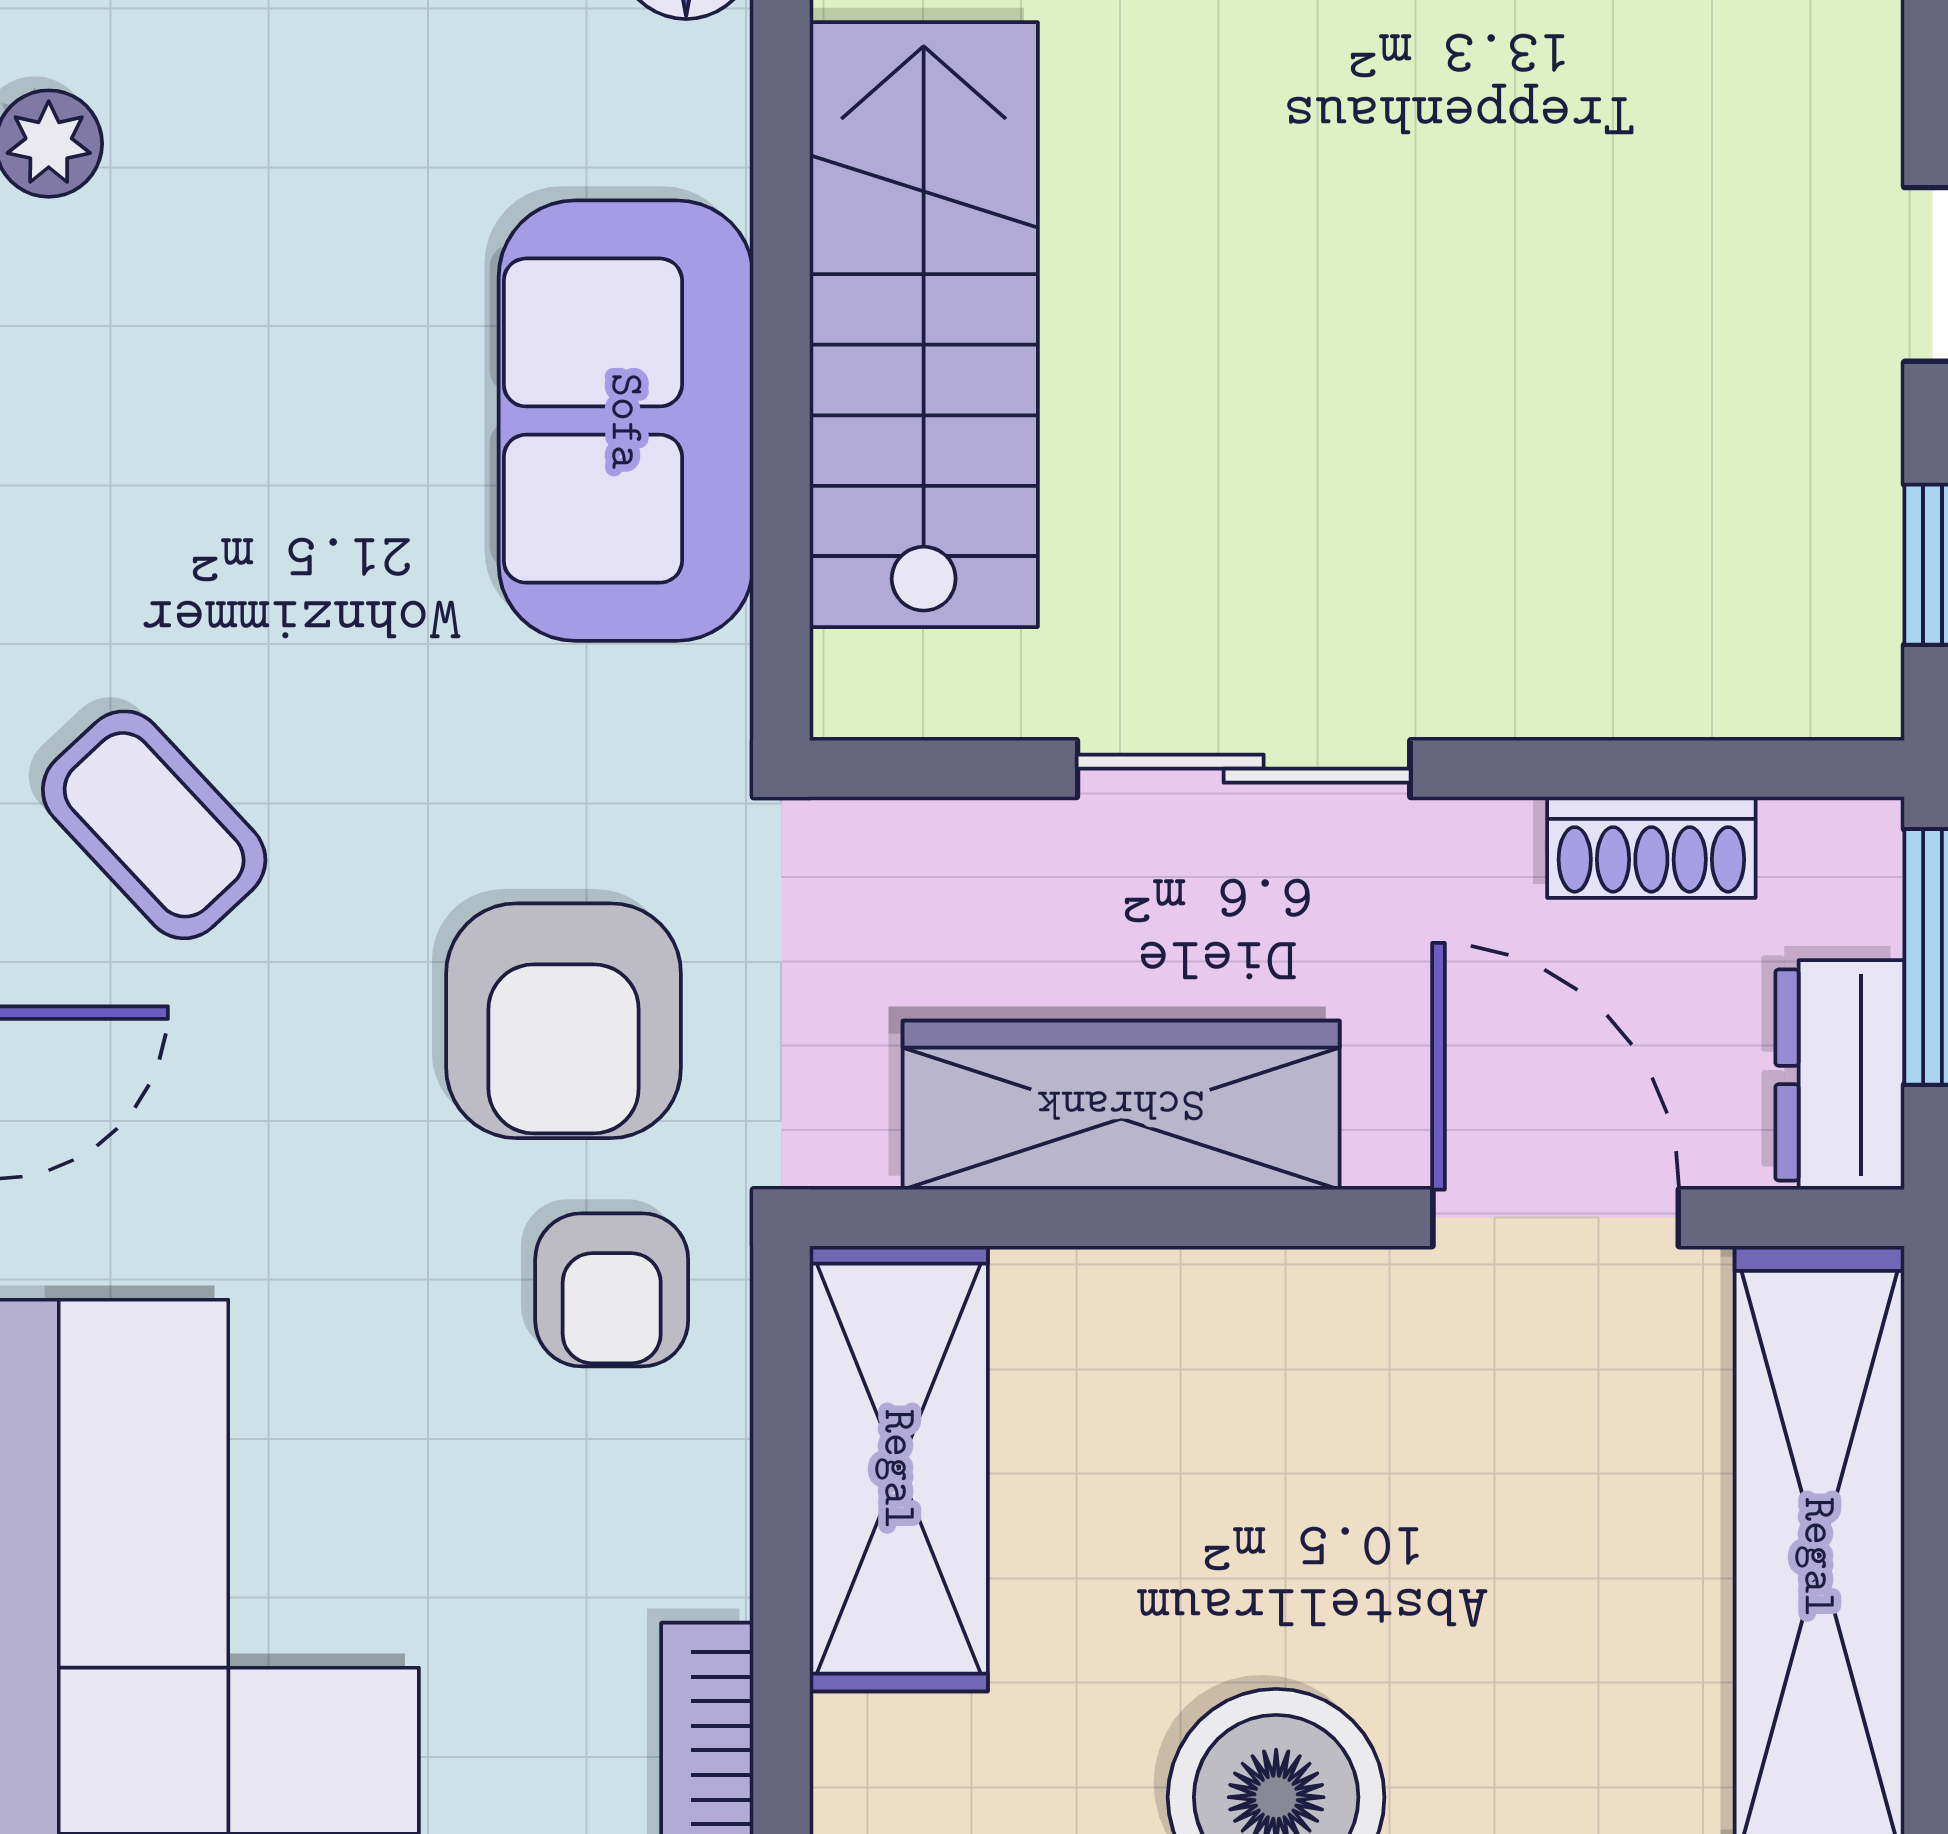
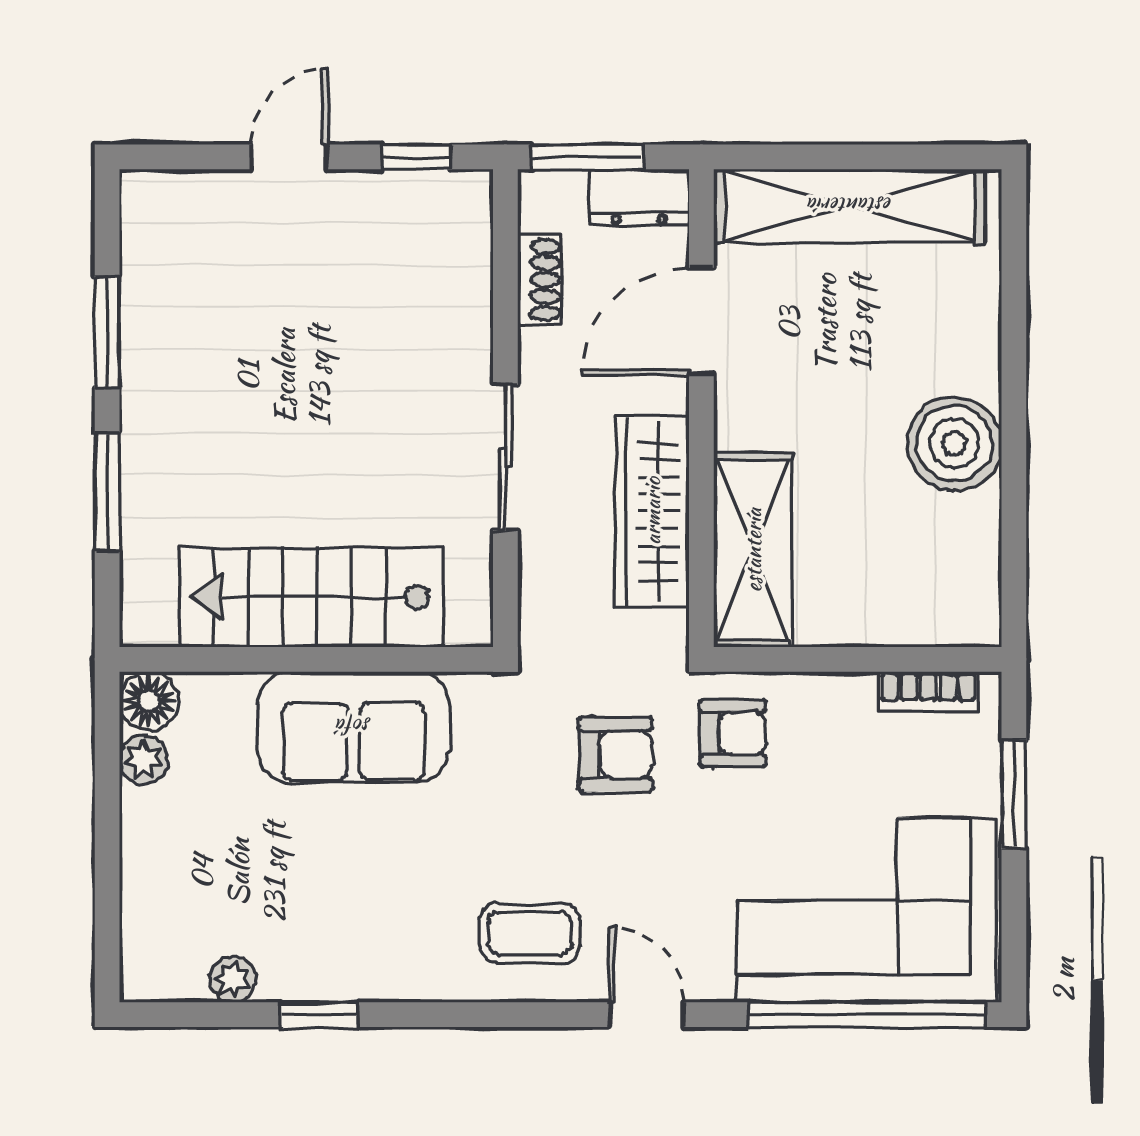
coffee table: (154, 825) -> (530, 933), turned 43
armchair: (564, 1021) -> (615, 754), width x0.72, depth x0.72
shelving: (899, 1469) -> (753, 550), moved, turned 90

